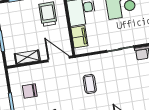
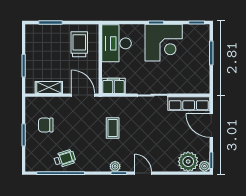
filing cabinet: (79, 37) -> (113, 86), moved, turned -90

